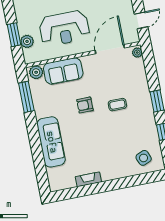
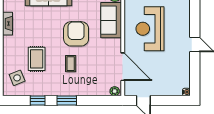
armchair: (85, 105) -> (76, 34), width x1.88, depth x1.88
rug: (120, 141) -> (37, 59), added

